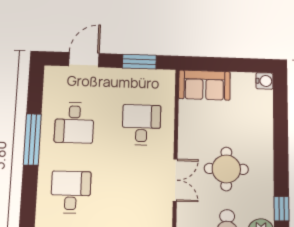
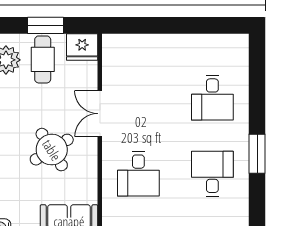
window: (32, 139) -> (257, 154), width x0.69
round table: (226, 169) -> (52, 150), moved, turned -32

